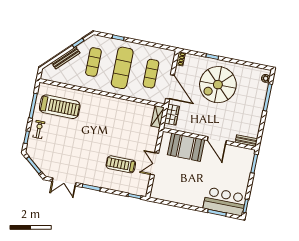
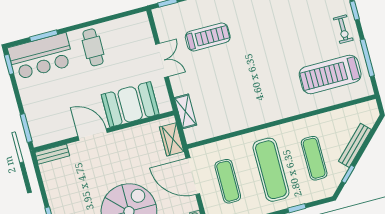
shelving: (158, 117) -> (186, 111), moved
cafe table: (191, 192) -> (93, 47), added

